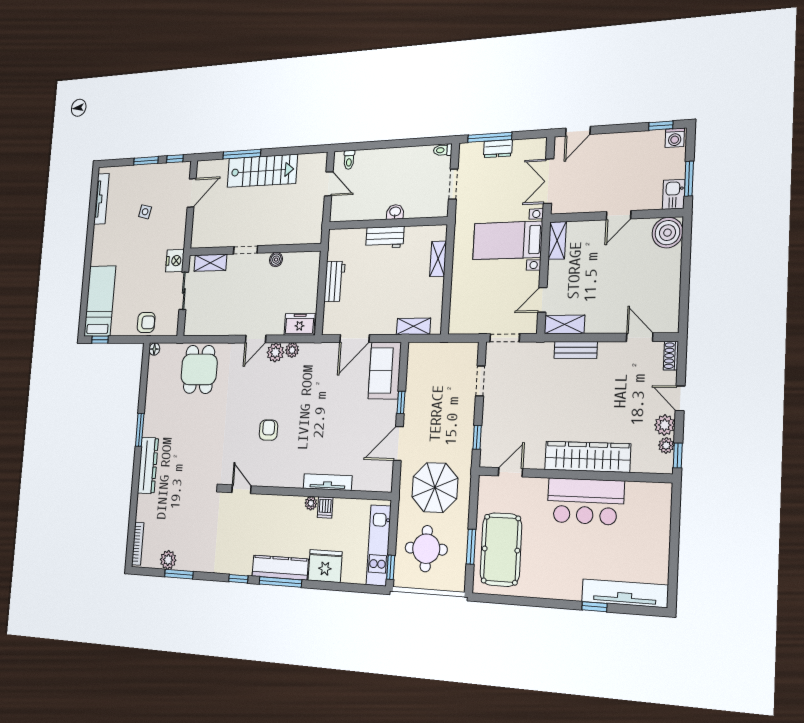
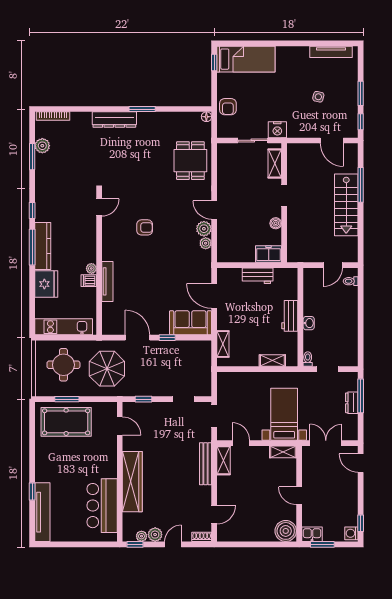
toilet: (443, 150) -> (308, 359), moved
freezer: (300, 324) -> (269, 254), moved, turned -90
bench: (576, 350) -> (206, 464), width x1.36
dining table: (199, 369) -> (190, 161), turned 90
bar counter: (585, 501) -> (102, 506), moved
window: (391, 567) -> (49, 338), removed

